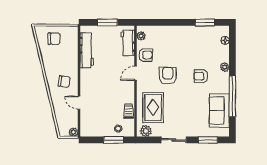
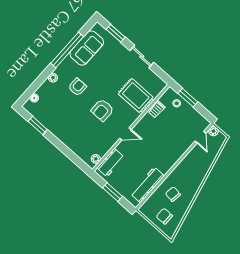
armchair: (146, 55) -> (105, 141), removed
armchair: (201, 76) -> (77, 87), turned -90
chair: (64, 82) -> (173, 194), moved
door: (79, 103) -> (200, 137), moved
rug: (153, 108) -> (136, 96), turned 90
plant: (146, 131) -> (157, 83), removed

